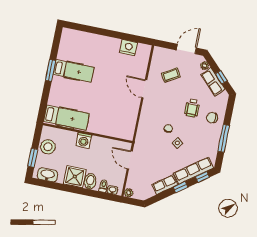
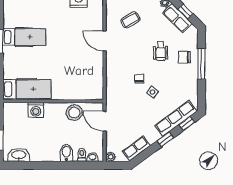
window: (224, 138) -> (201, 64), moved
washing machine: (84, 140) -> (36, 110), moved
stool: (48, 147) -> (74, 113), moved
shower: (75, 177) -> (49, 151), removed
row of seats: (165, 185) -> (136, 148), moved

